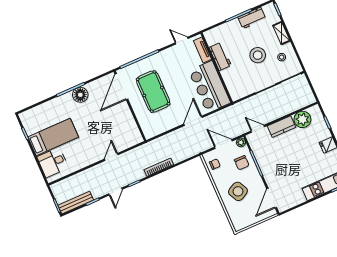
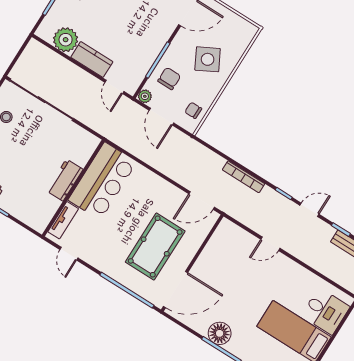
stool: (258, 55) -> (24, 148), removed
workbench: (220, 56) -> (65, 180), moved
door: (193, 121) -> (202, 201), moved

